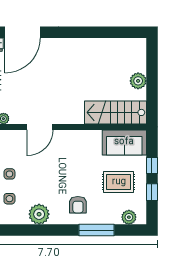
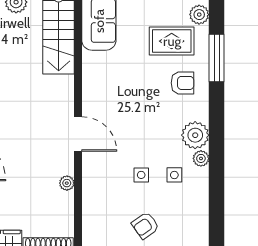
rug: (119, 182) -> (172, 41), moved, turned 90
plant: (22, 218) -> (201, 158), added

